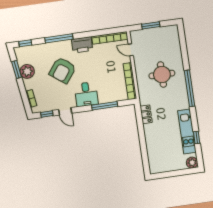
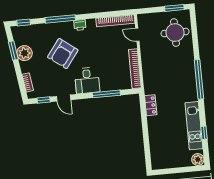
window: (151, 25) -> (174, 8), moved
printer: (82, 45) -> (80, 25), width x0.53, depth x0.68
round table: (162, 74) -> (175, 33), moved

